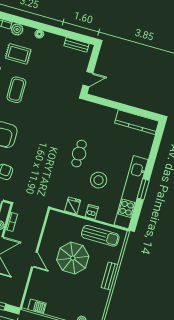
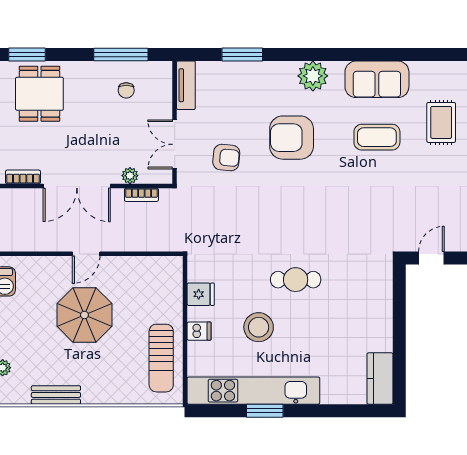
door: (88, 79) -> (431, 258), swing flipped
kitchen counter: (137, 122) -> (380, 379), width x0.67
parasol: (73, 258) -> (84, 315), moved
bench: (110, 276) -> (56, 395), moved

